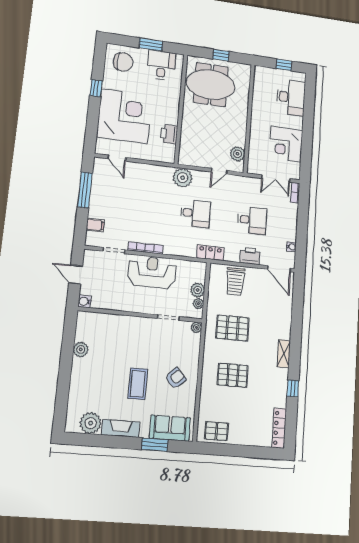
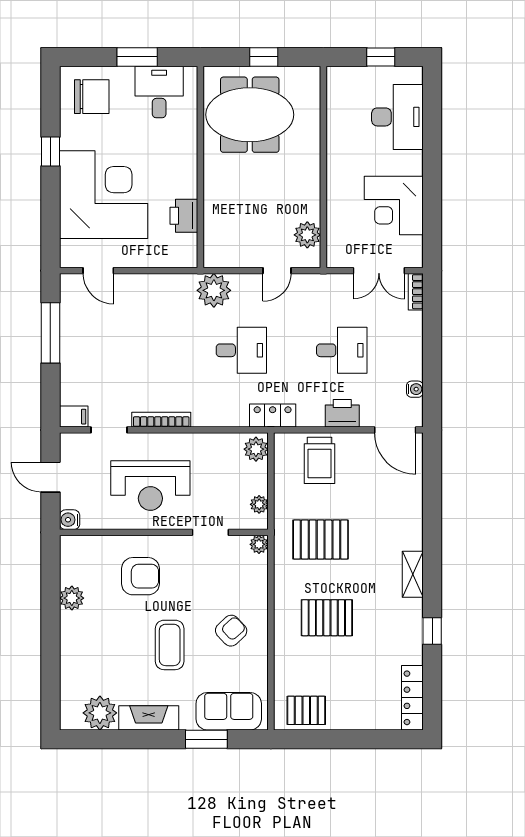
filing cabinet: (95, 225) -> (74, 417), moved
reception desk: (152, 272) -> (150, 486), moved, turned 180
plant: (198, 290) -> (256, 449), moved
armchair: (124, 340) -> (140, 576), added

